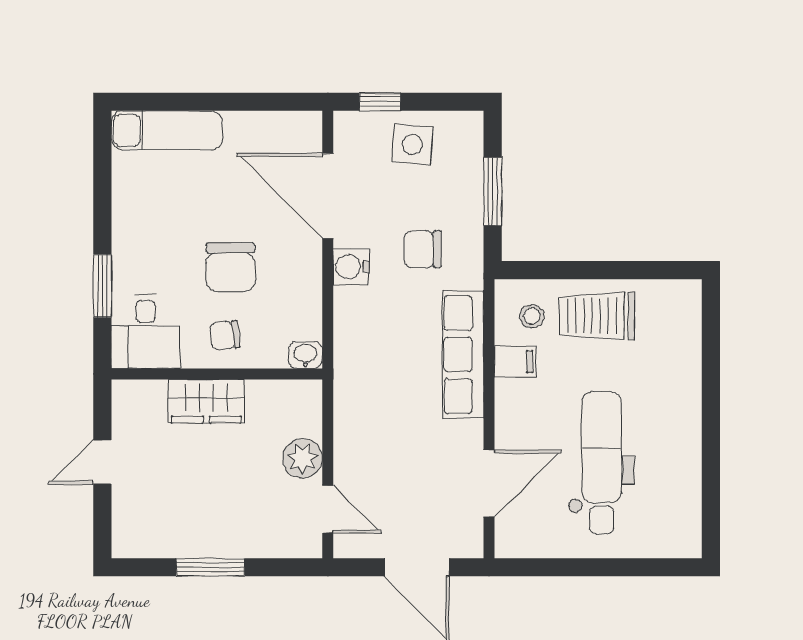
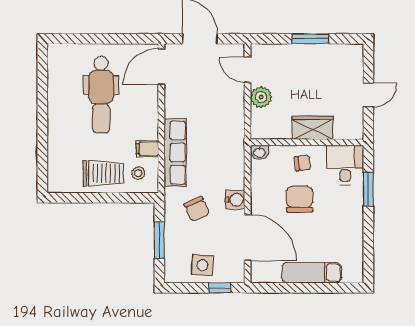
exam couch: (167, 130) -> (312, 273), moved
chair: (422, 249) -> (197, 209), turned 66
door: (489, 483) -> (161, 67), moved

